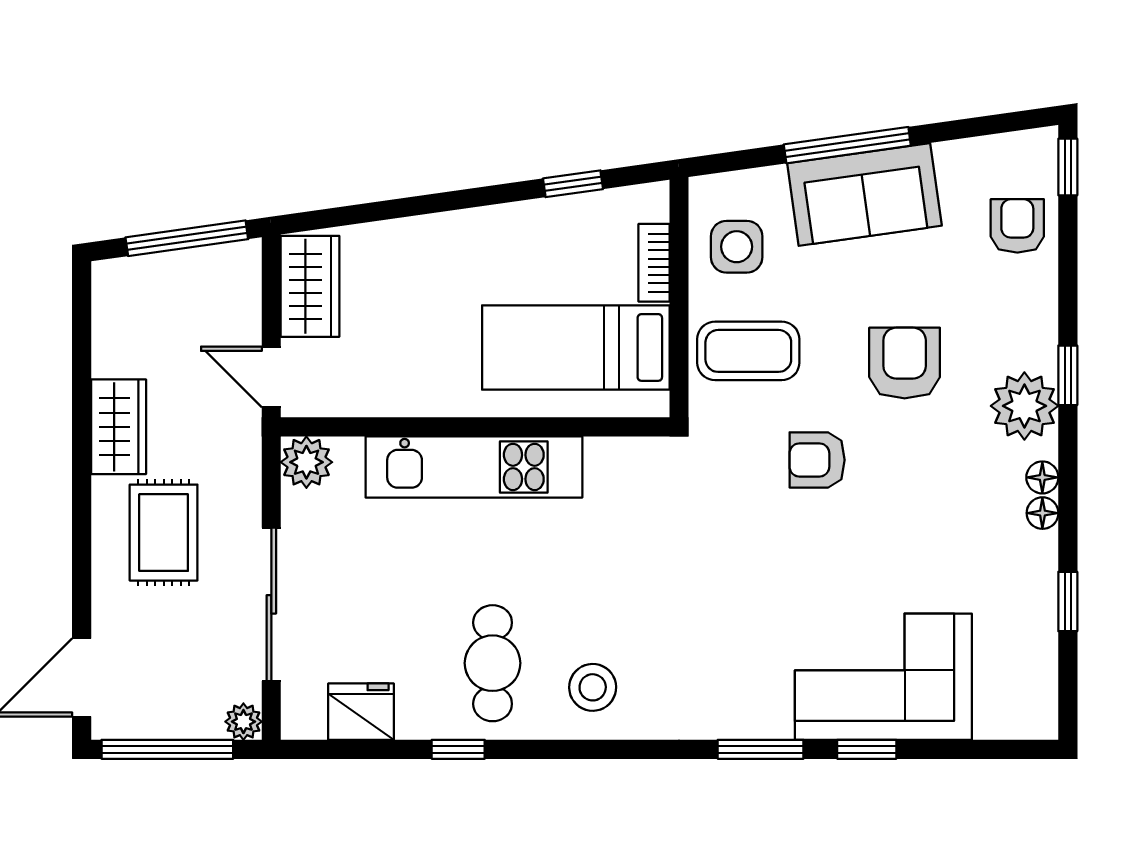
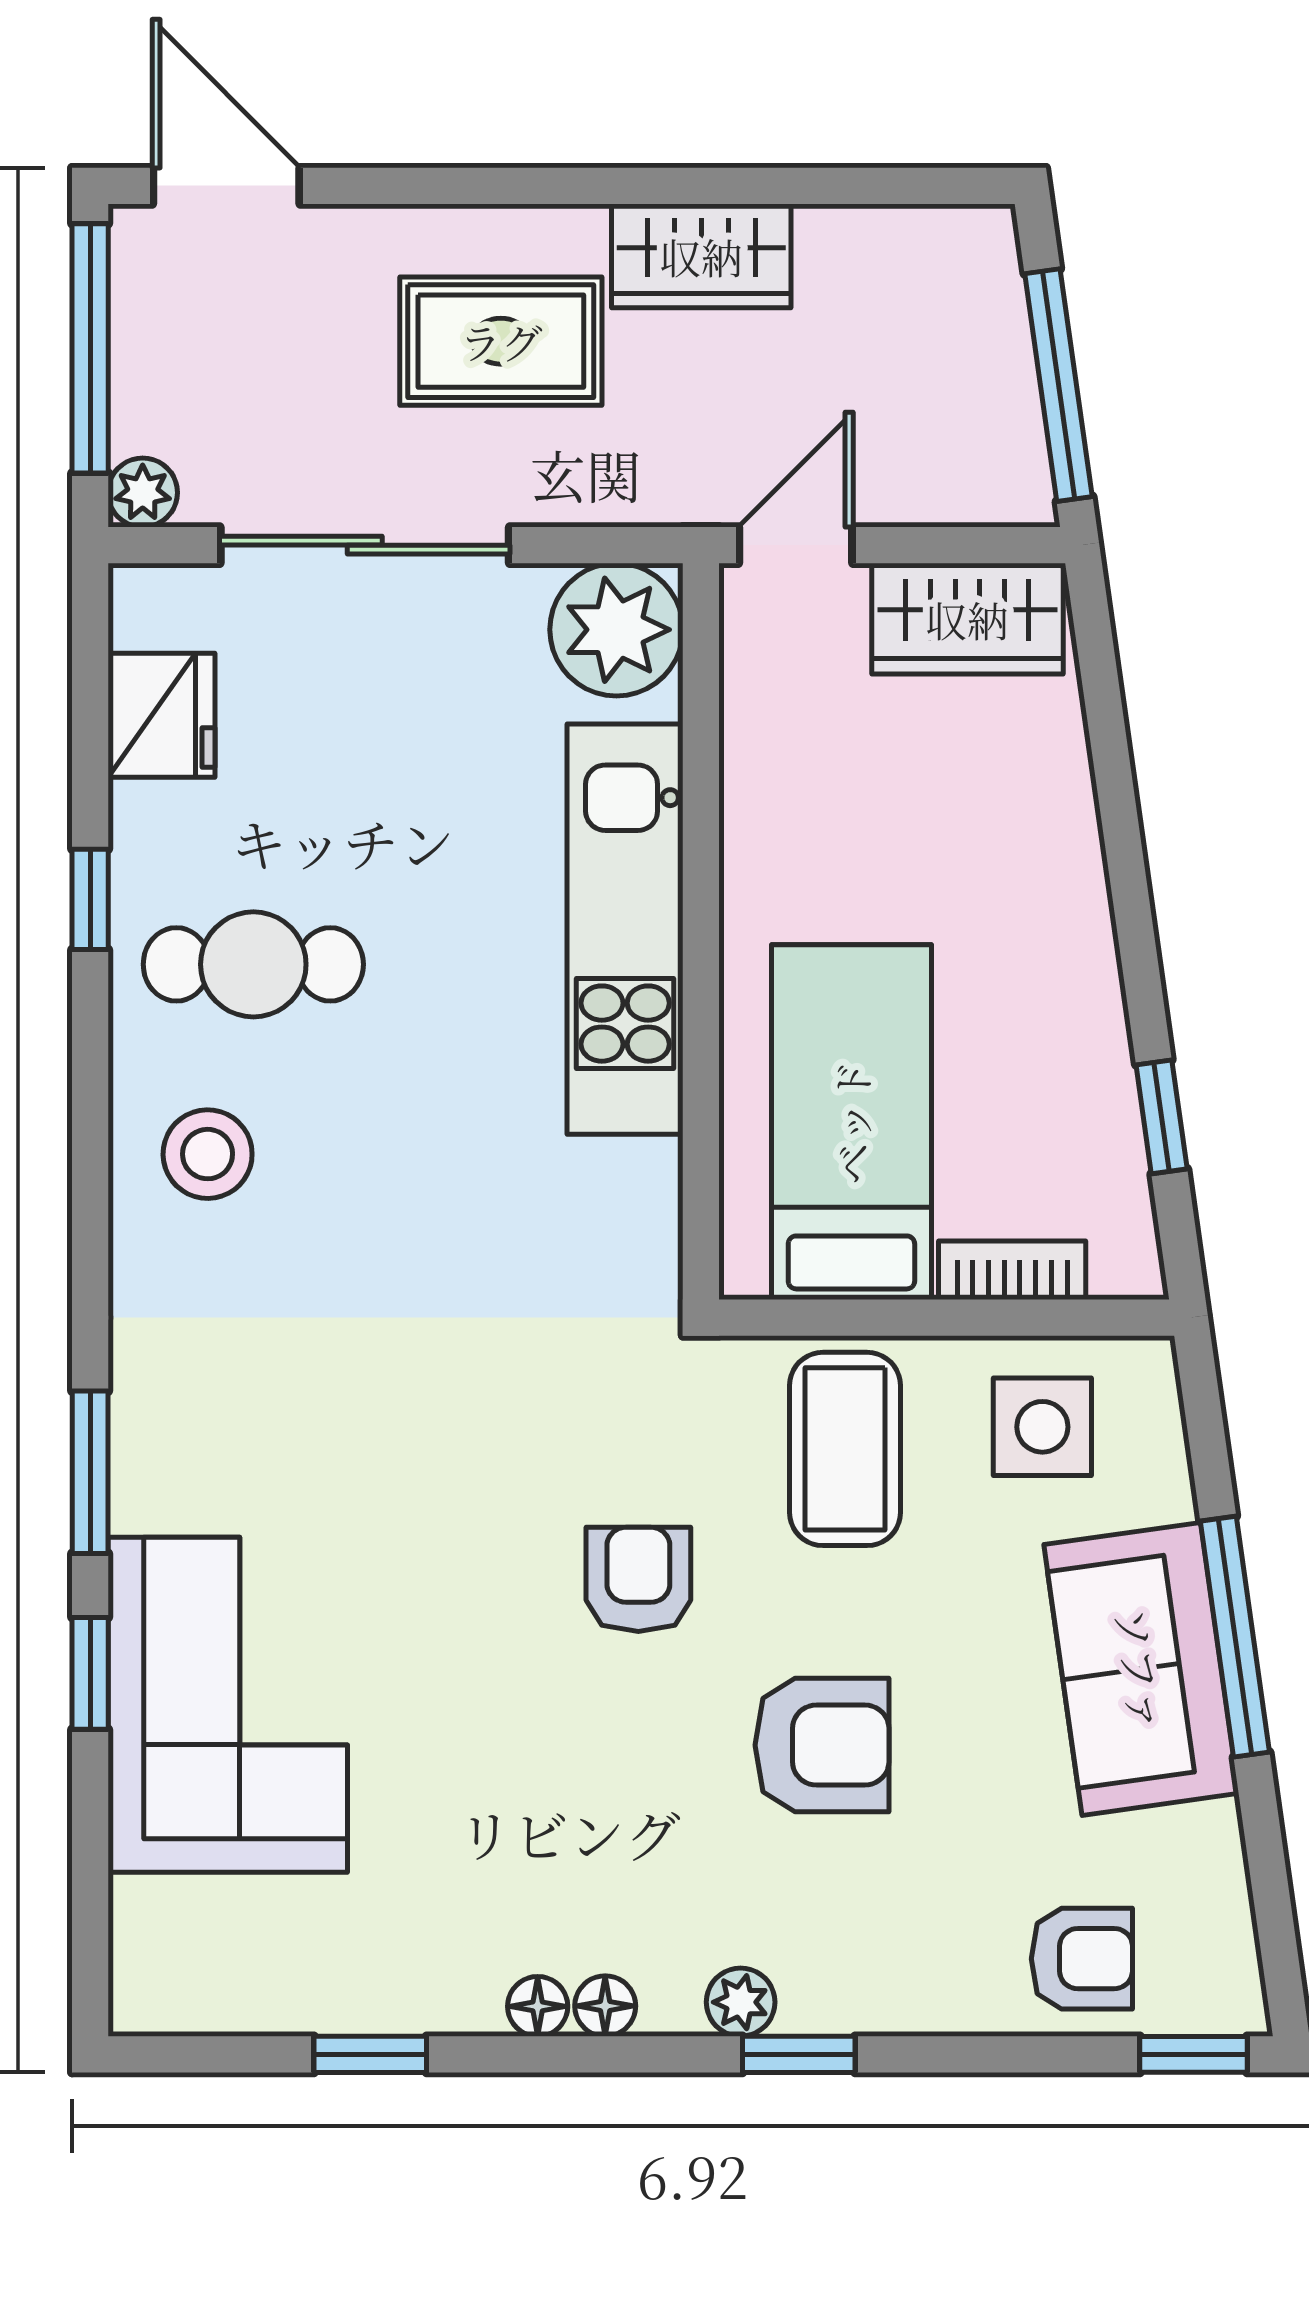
plant: (1024, 406) -> (741, 2002), width x0.53, depth x0.53
plant: (306, 462) -> (616, 630), width x1.36, depth x1.36

